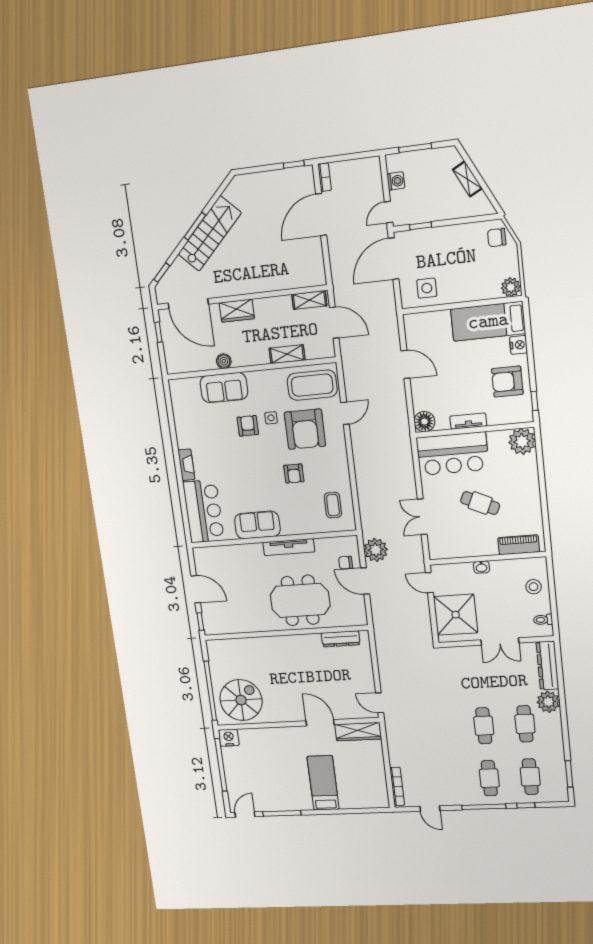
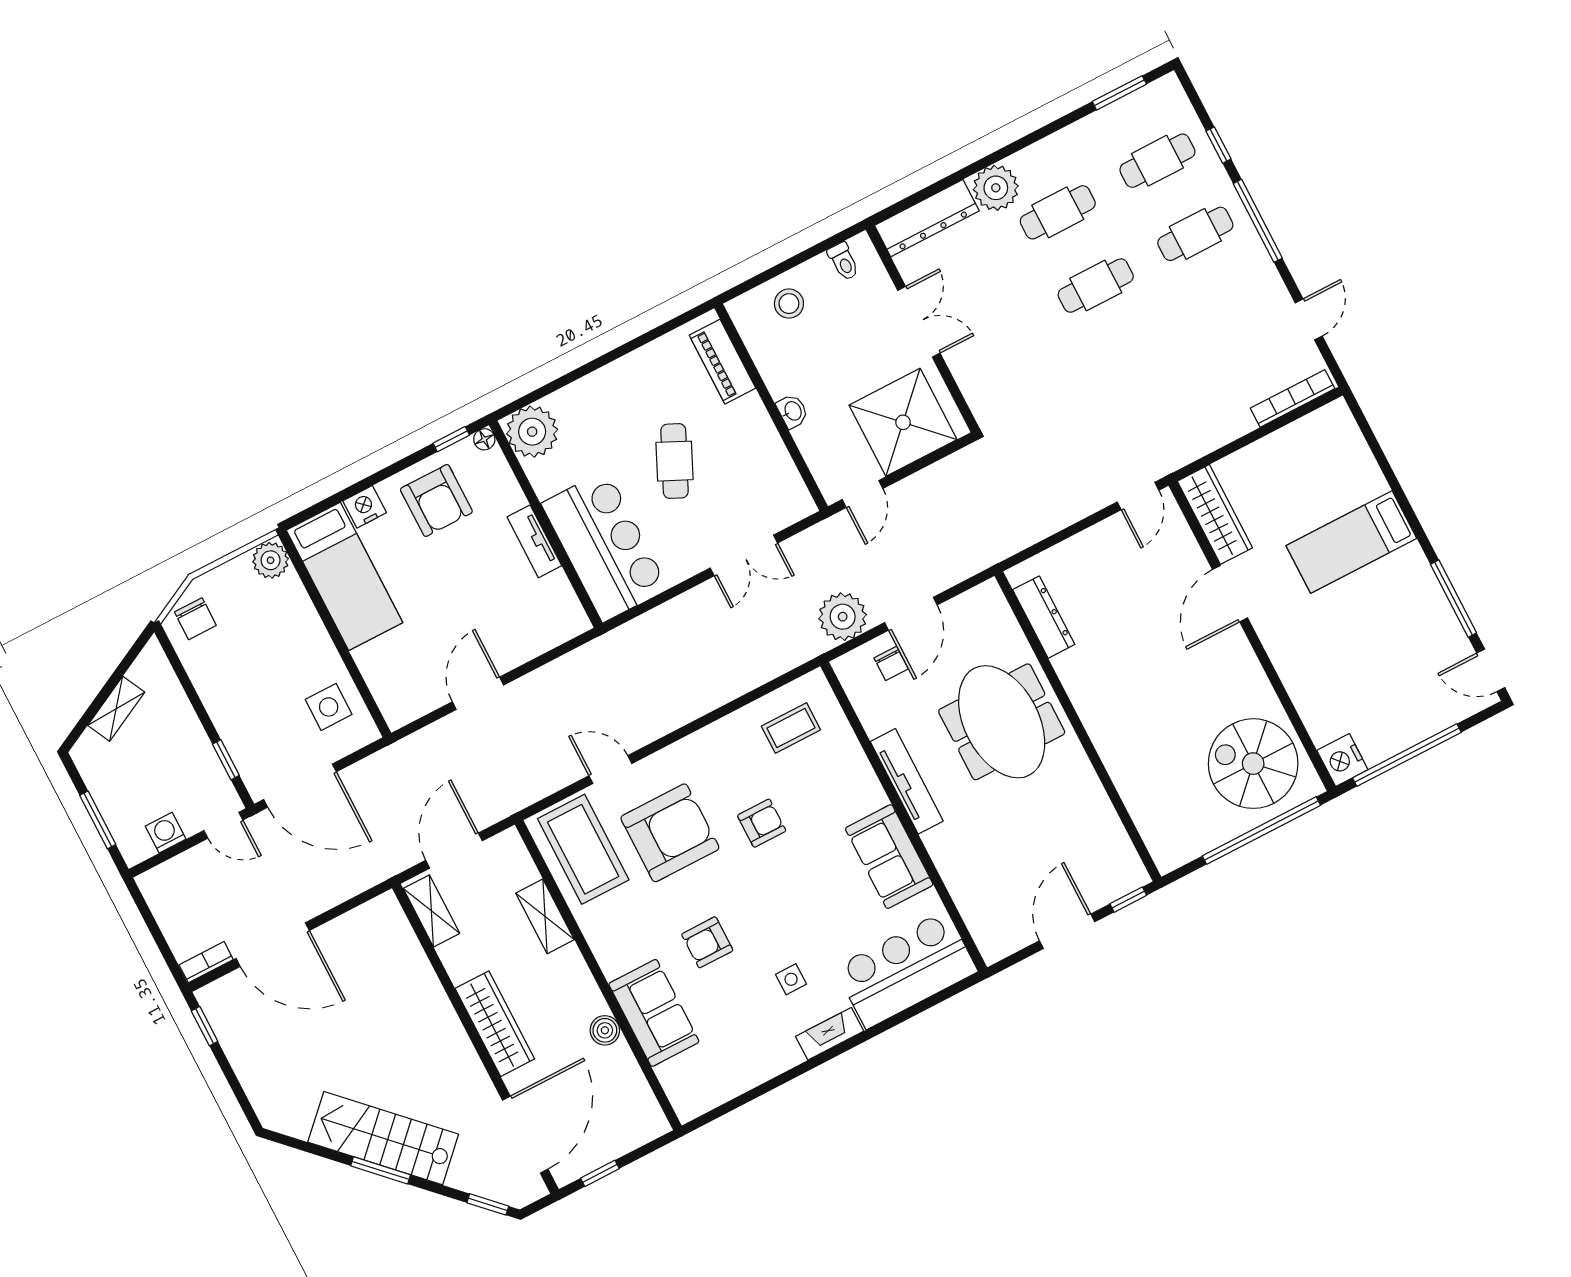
wardrobe: (237, 311) -> (495, 1024), width x1.50
side table: (271, 418) -> (791, 979), moved
floor lamp: (424, 422) -> (484, 439), moved, width x0.53, depth x0.53

